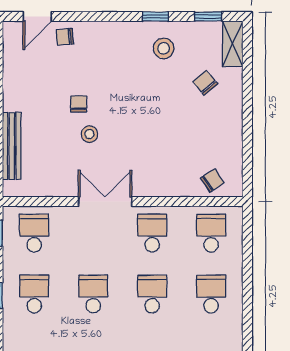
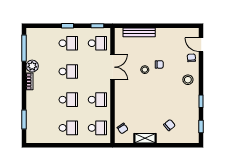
shelving: (233, 44) -> (145, 138), moved
stool: (164, 48) -> (188, 80), moved
double door: (105, 201) -> (113, 67), moved

